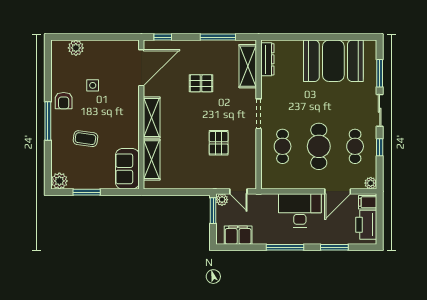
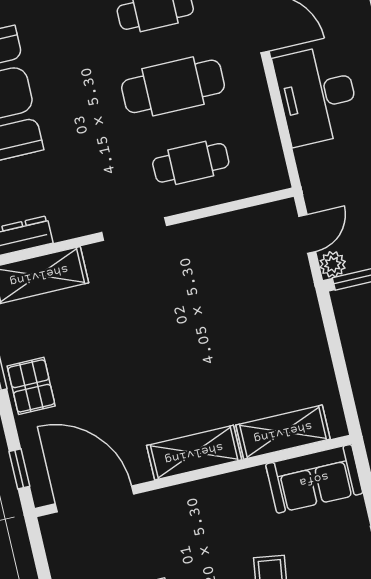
pallet: (201, 83) -> (31, 386), moved
pallet: (219, 143) -> (215, 299), removed

